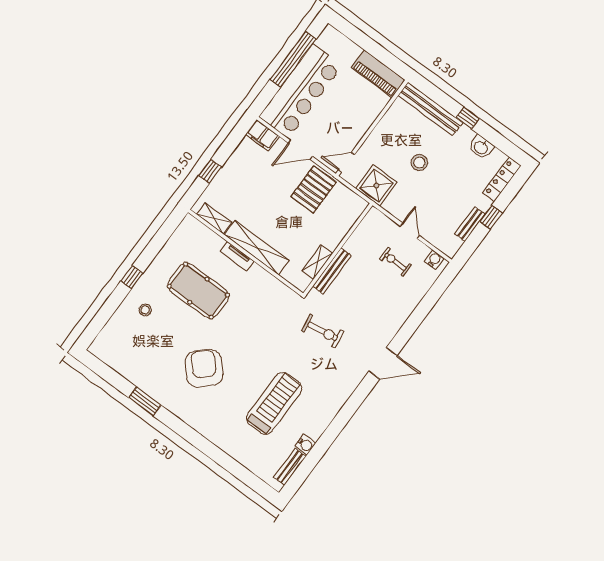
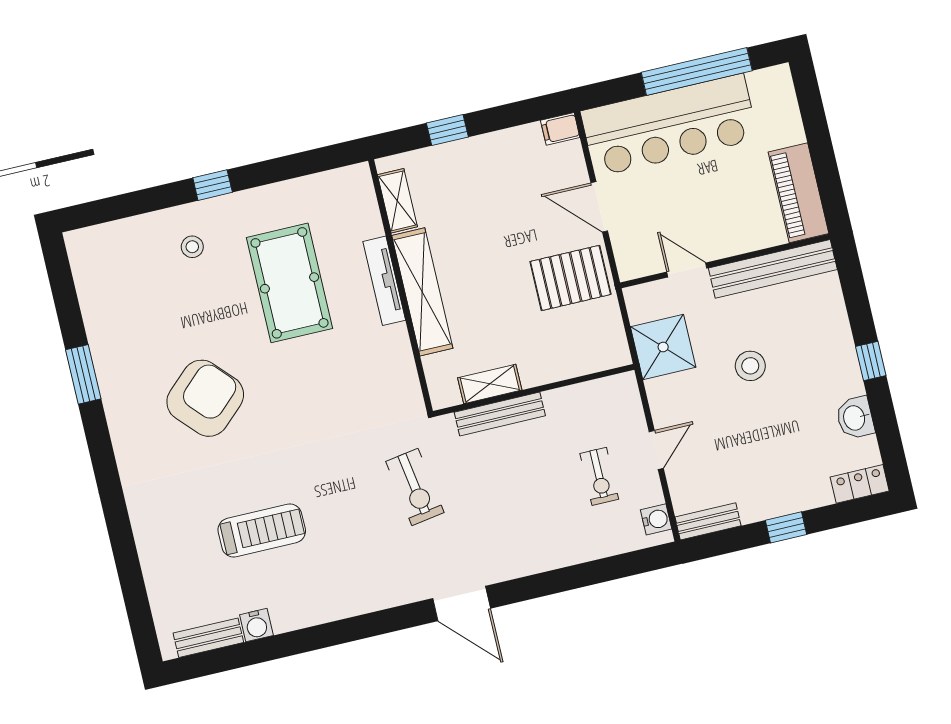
bench: (430, 109) -> (773, 269), moved, turned 90
filing cabinet: (262, 135) -> (560, 129), width x0.50
door: (346, 162) -> (687, 270), moved
locker: (502, 179) -> (860, 484), width x0.66
bench: (470, 224) -> (708, 521), moved
tv unit: (237, 256) -> (384, 281), width x1.41
exercise bike: (395, 262) -> (599, 476), turned 180
treadmill: (274, 403) -> (262, 530), width x0.73, depth x0.73

